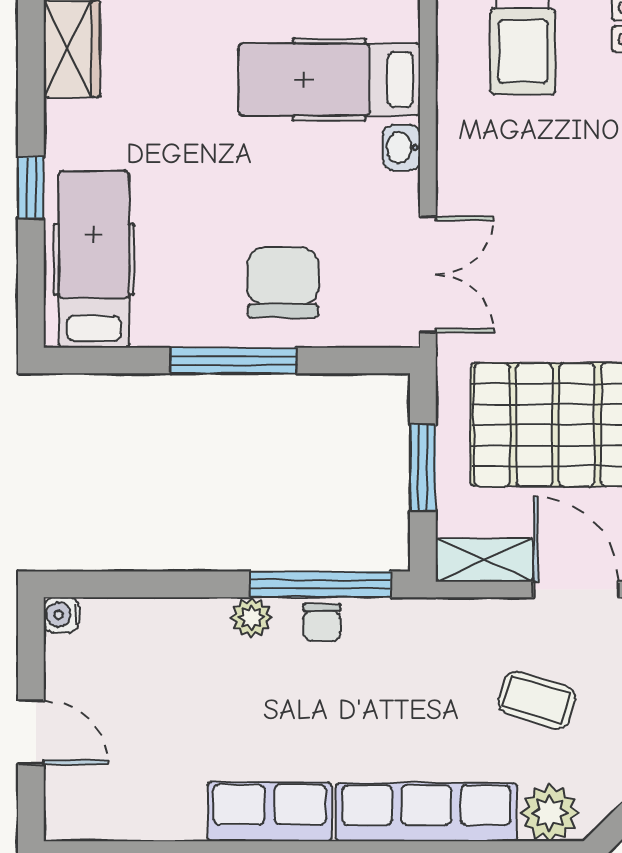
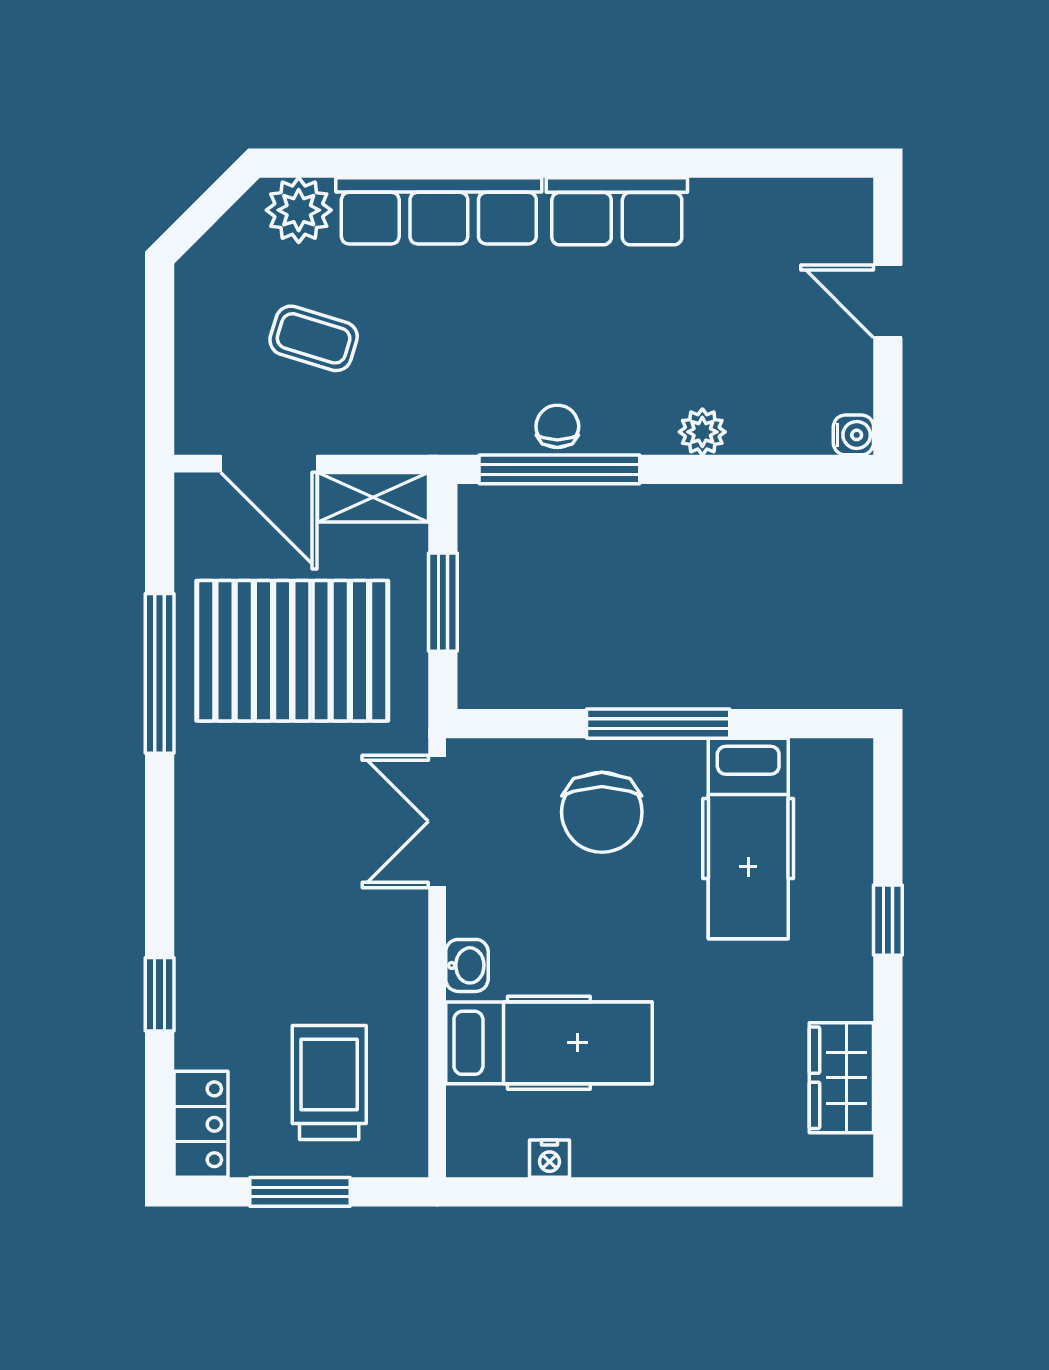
hospital bed: (94, 259) -> (748, 838), moved
plant: (251, 617) -> (702, 432), moved

